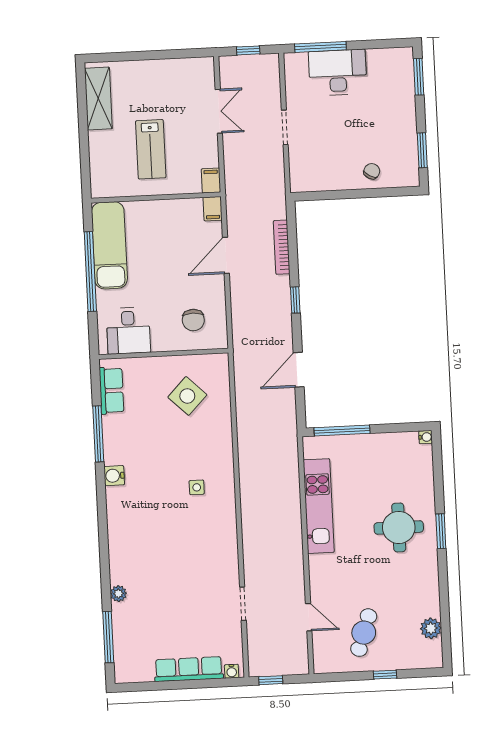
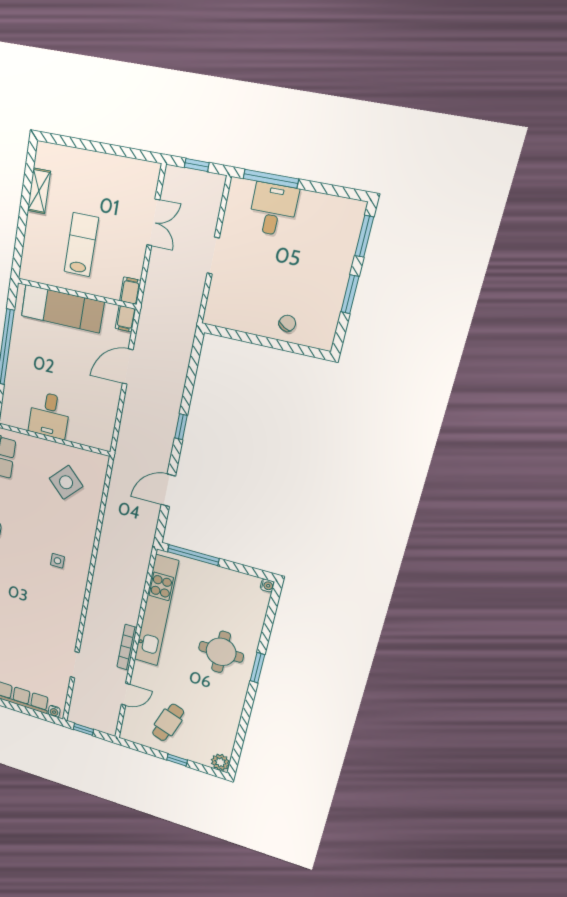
desk: (338, 73) -> (273, 209), width x0.73
shelving: (98, 99) -> (39, 191), width x0.67, depth x0.75
lab bench: (151, 149) -> (81, 245), turned 180
window: (422, 150) -> (350, 294), moved
exam couch: (109, 245) -> (62, 309), moved, turned 90
bookcase: (282, 247) -> (127, 647), moved
chair: (193, 320) -> (86, 417), removed
desk: (128, 331) -> (49, 415), moved
kitchen unit: (319, 506) -> (156, 611), width x1.36
door: (309, 617) -> (126, 694), hinge flipped
plant: (431, 628) -> (220, 762), moved

